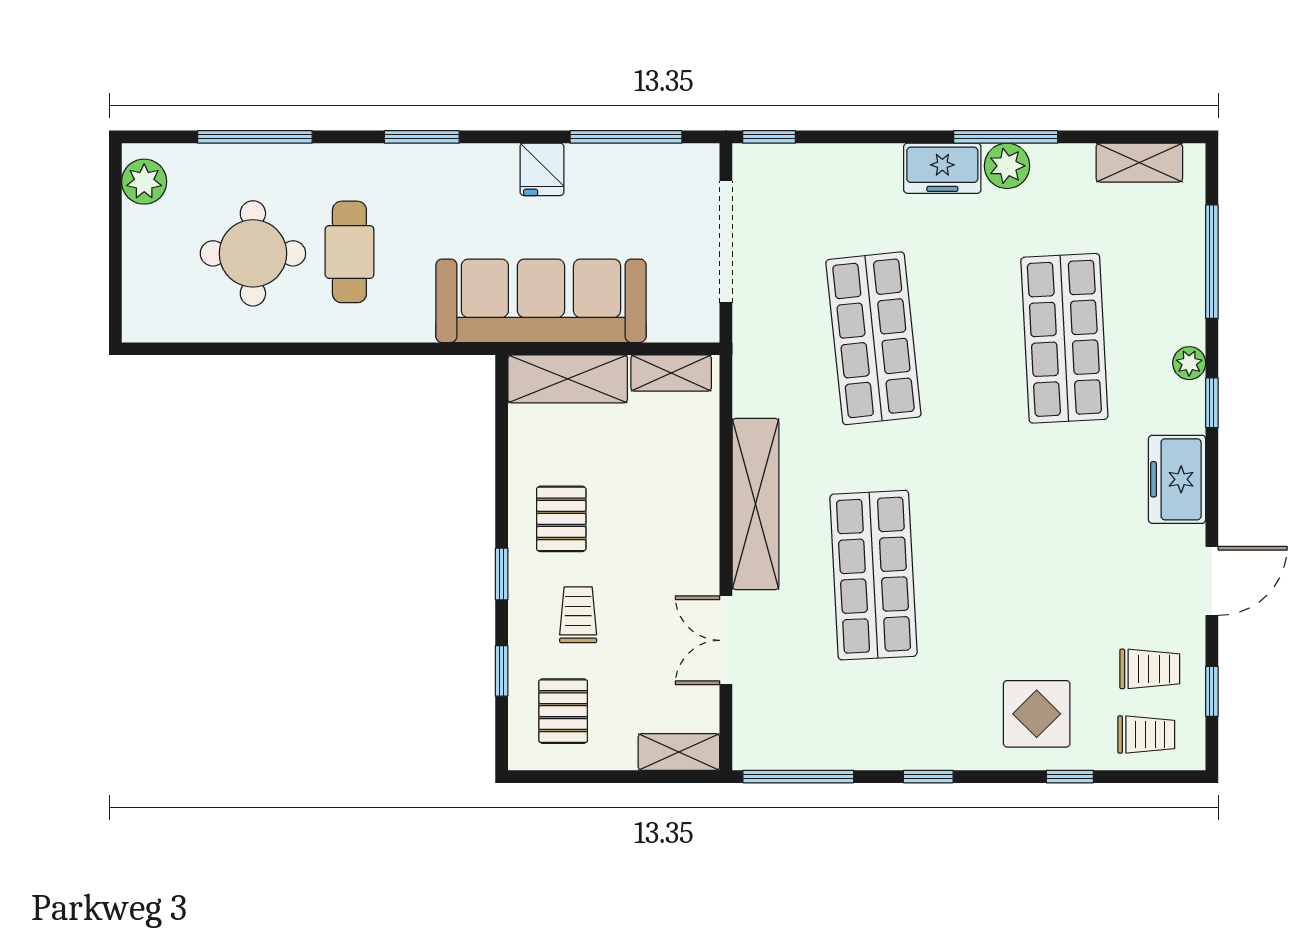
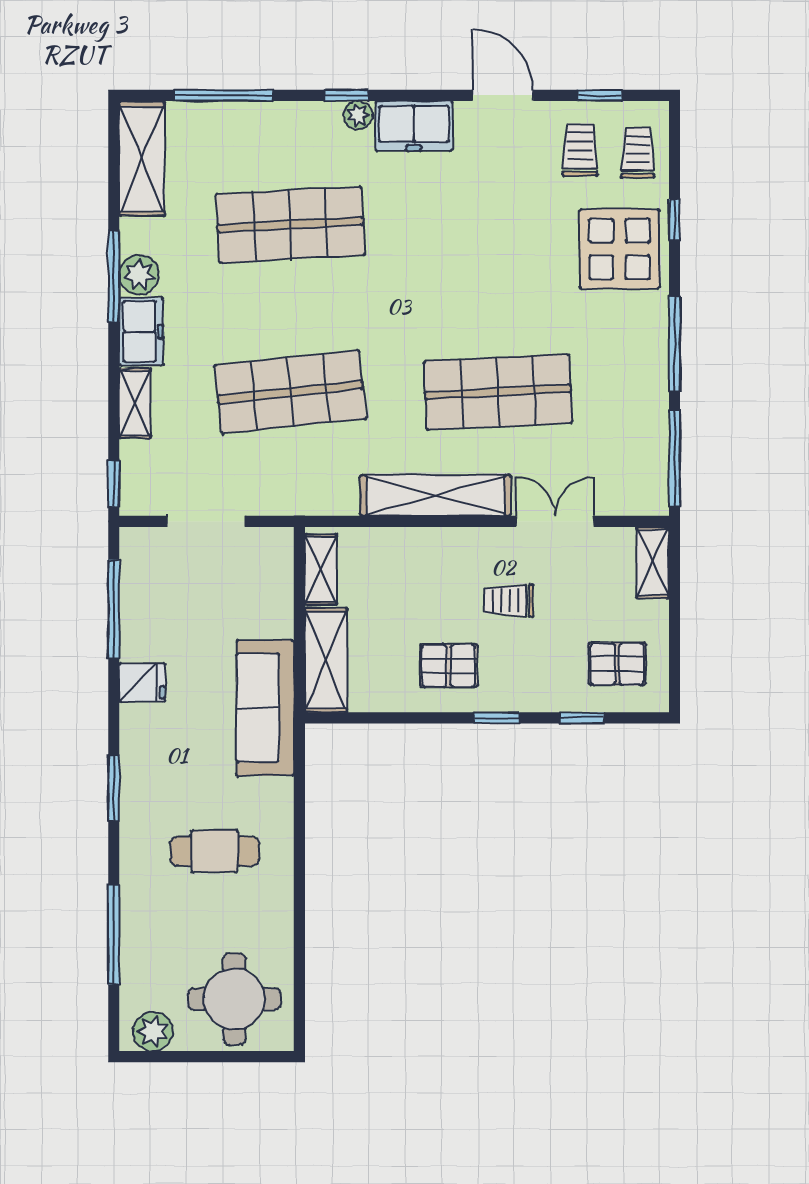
shelving: (861, 161) -> (135, 403), added
shelving: (1139, 163) -> (142, 159), width x1.50, depth x1.33
doorway: (726, 242) -> (206, 521), width x0.73
round table: (253, 253) -> (234, 999), moved
sofa: (541, 301) -> (265, 708), width x0.74, depth x0.79
plant: (1189, 363) -> (358, 115), moved
trolley: (578, 615) -> (509, 601), moved
double door: (726, 640) -> (555, 521), swing flipped
display table: (1037, 714) -> (619, 249), width x1.36, depth x1.36
window: (928, 777) -> (674, 344), width x2.17

